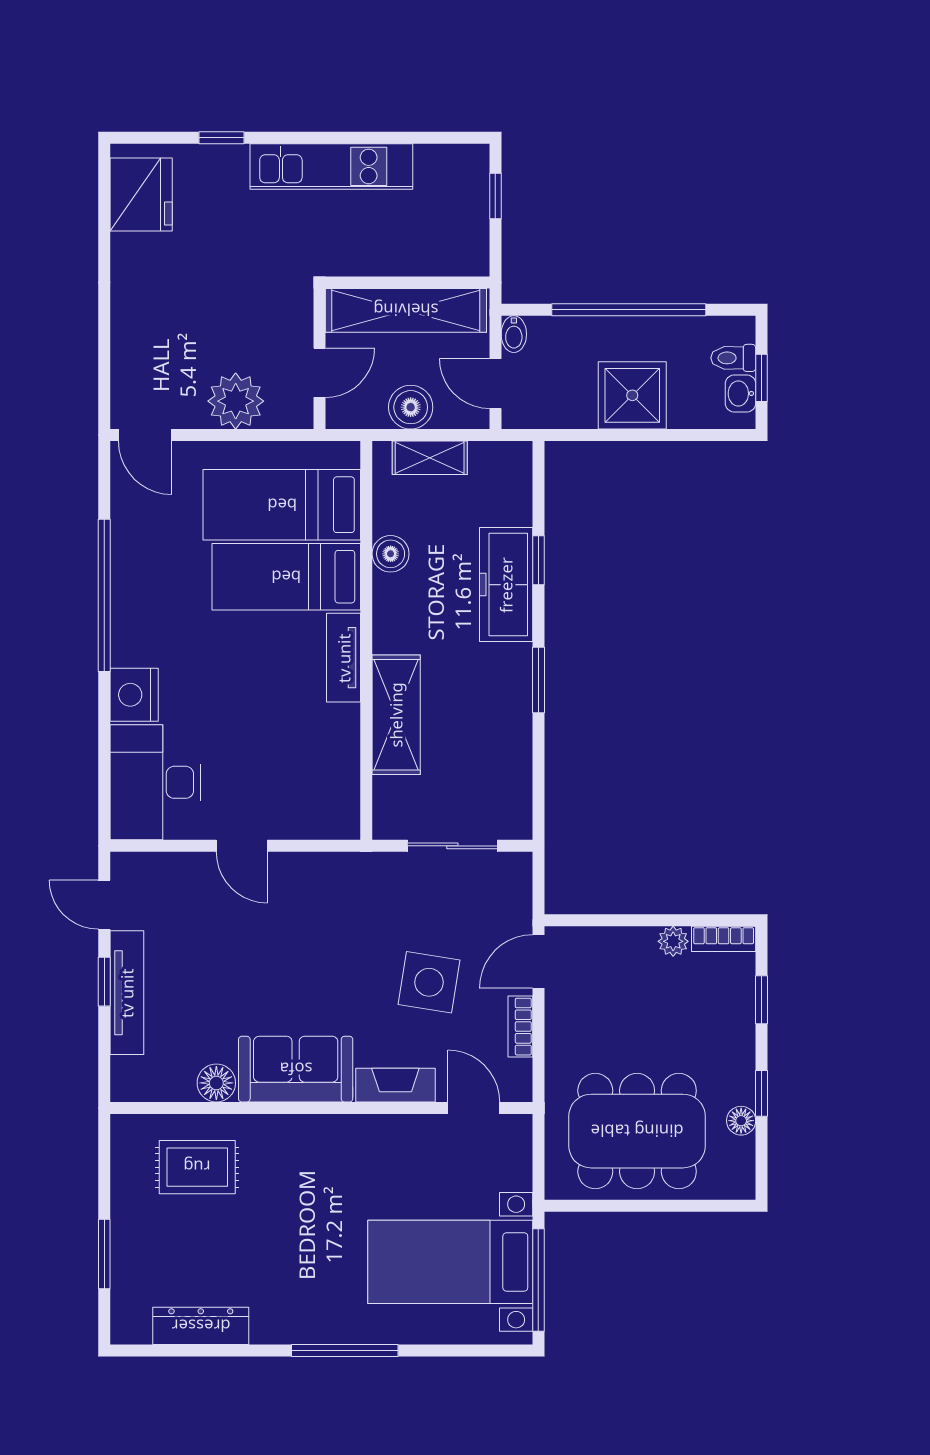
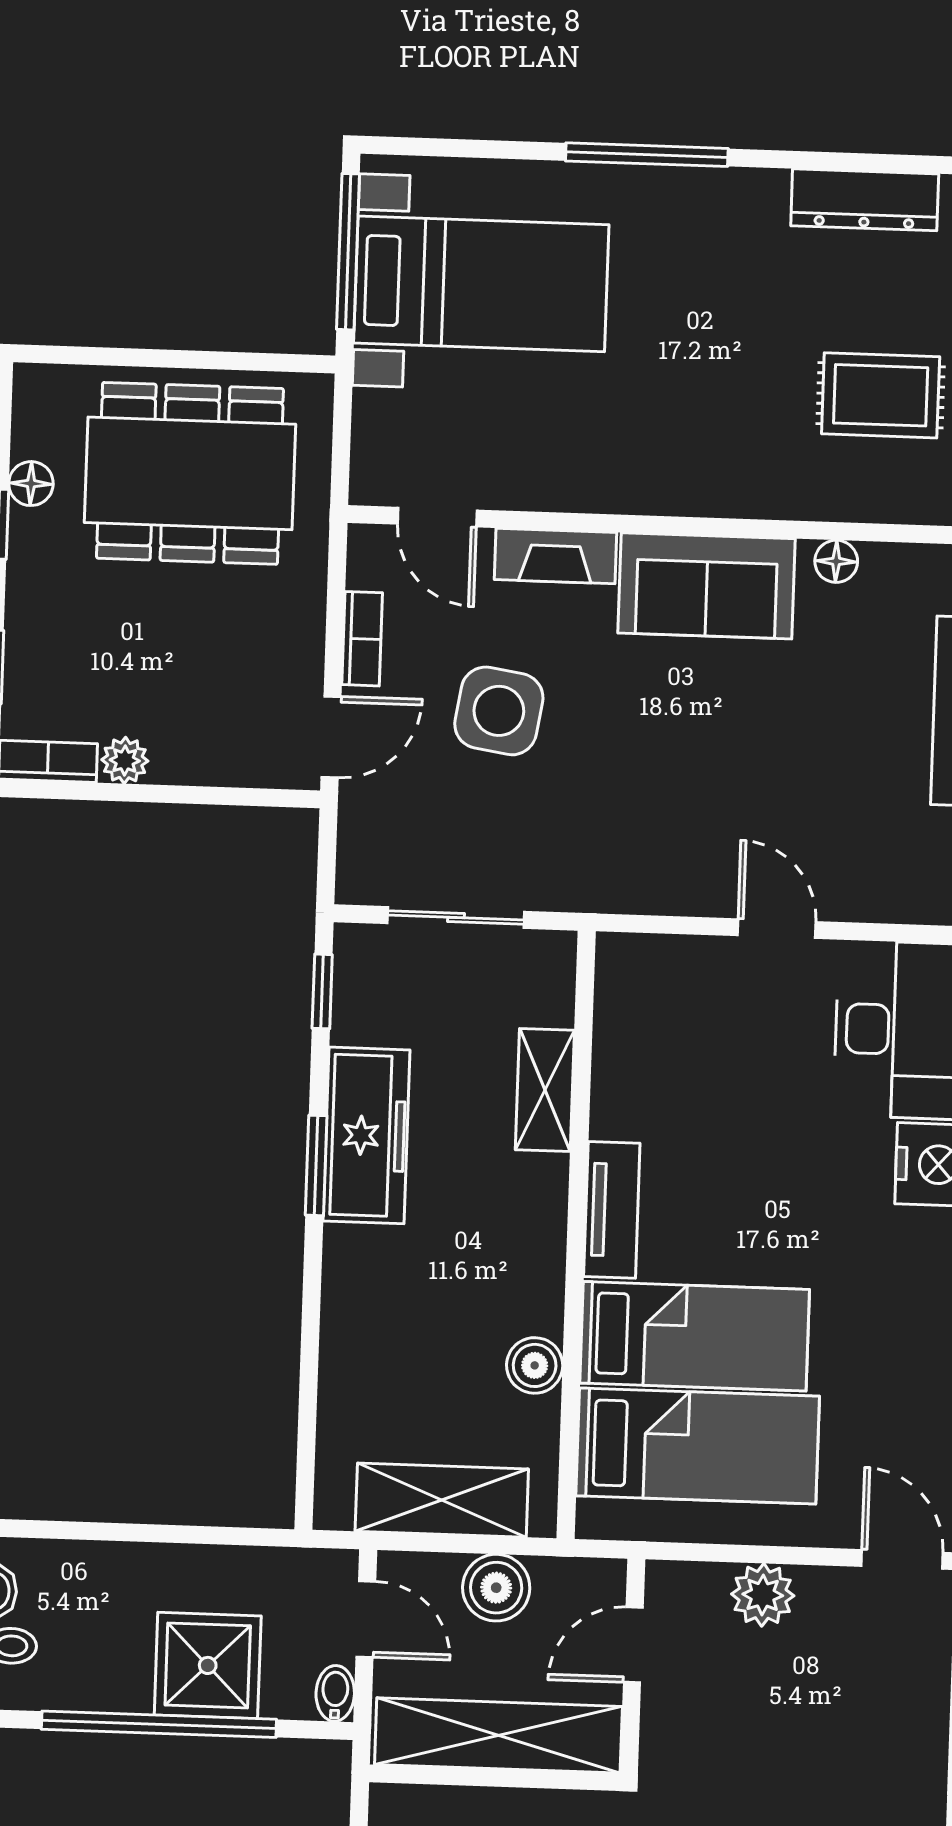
shower: (632, 395) -> (208, 1665), moved
plant: (236, 401) -> (763, 1595), width x0.73, depth x0.73
shelving: (430, 458) -> (442, 1500), width x1.50, depth x1.33
window: (538, 560) -> (322, 991), moved
freezer: (506, 585) -> (367, 1135), moved
shelving: (396, 715) -> (545, 1090), width x0.67, depth x0.75
floor lamp: (216, 1083) -> (836, 561), width x0.73, depth x0.73
rug: (197, 1167) -> (881, 395), moved

